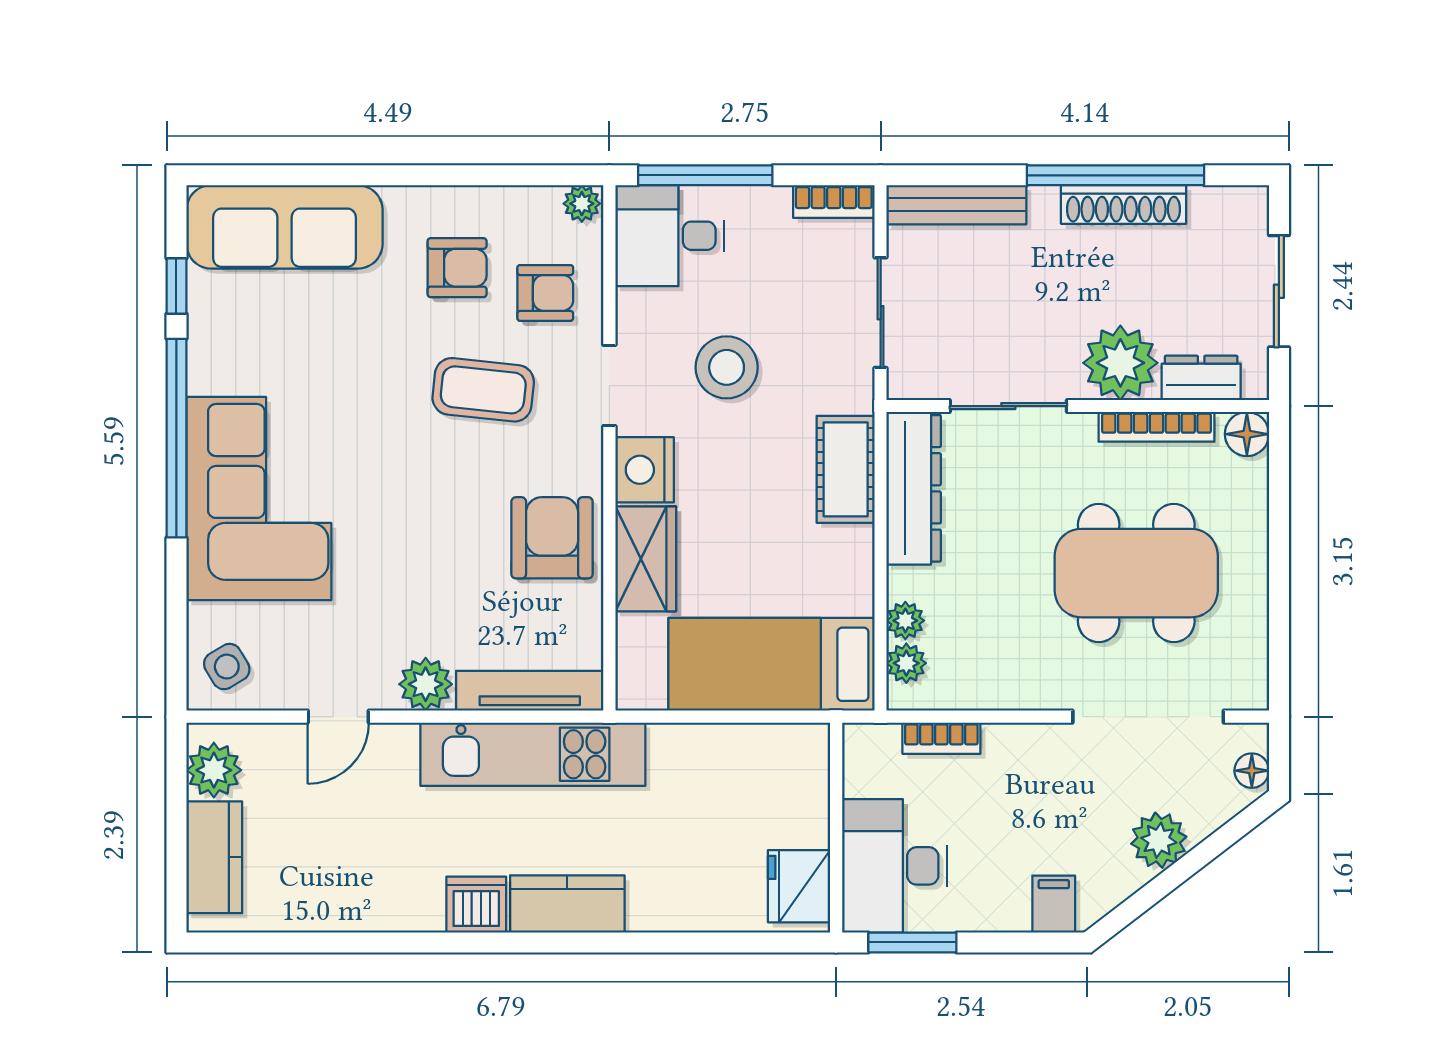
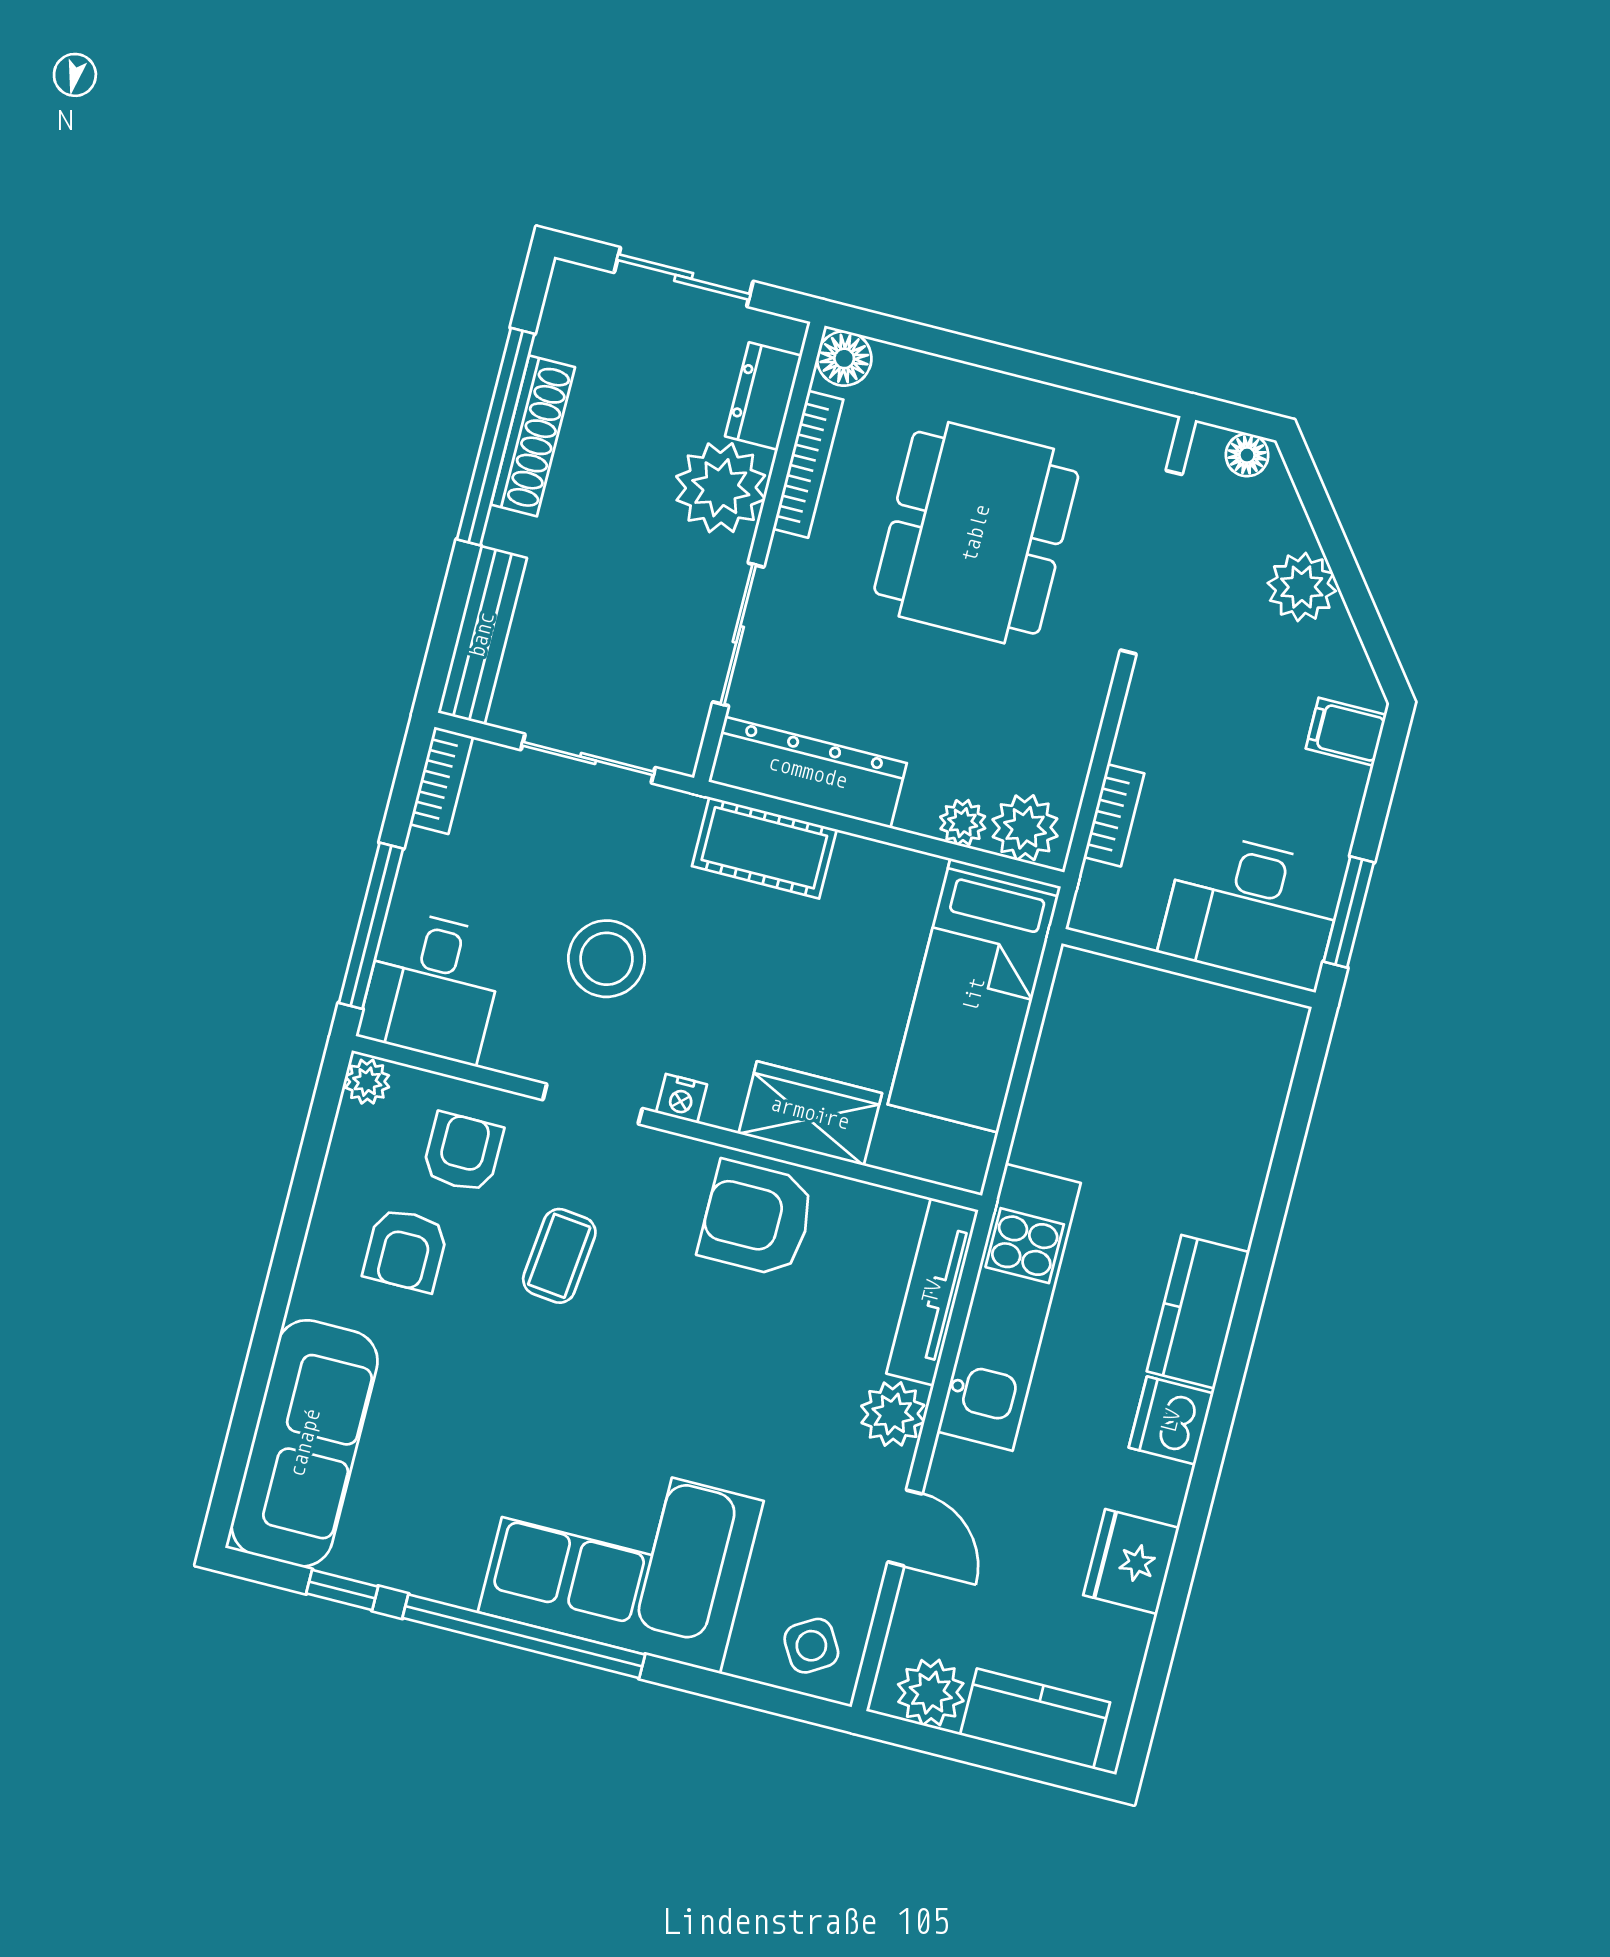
armchair: (457, 268) -> (406, 1250), turned 180
coffee table: (483, 390) -> (559, 1256), width x0.73, depth x0.77
nightstand: (645, 470) -> (681, 1098), width x0.53, depth x0.56
plant: (906, 663) -> (1025, 828), width x1.38, depth x1.38
fridge: (799, 886) -> (1131, 1562), moved, turned 90

